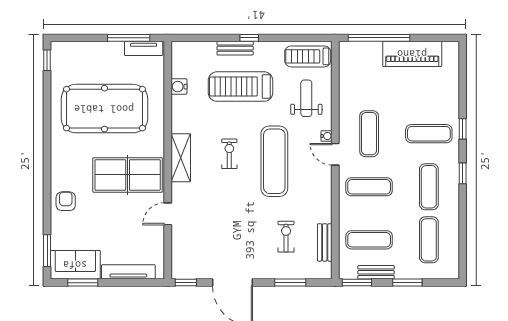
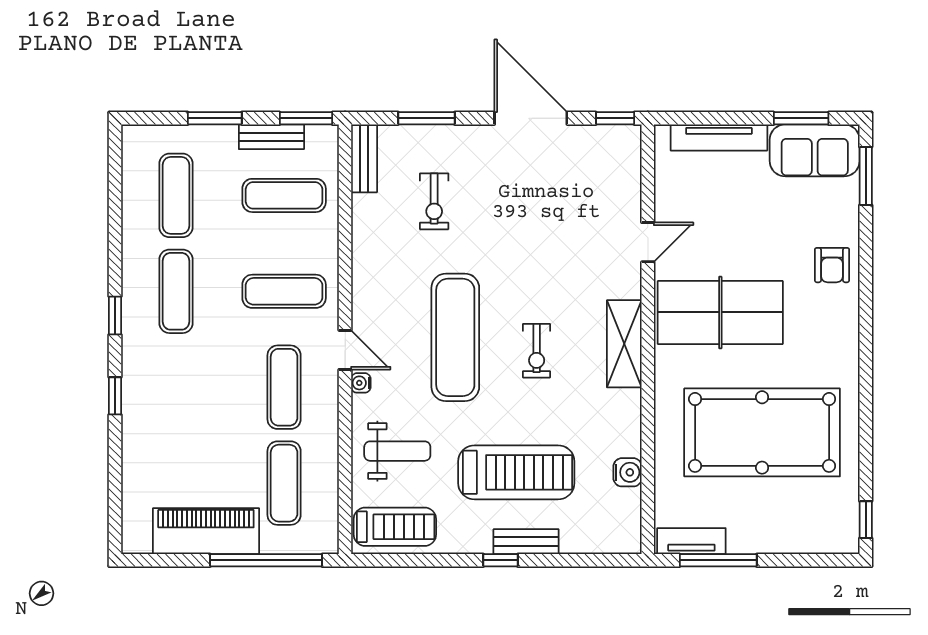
weight bench: (306, 98) -> (397, 451), turned -90
exercise mat: (429, 134) -> (284, 483), moved, turned 90
bench: (325, 242) -> (364, 158), moved

